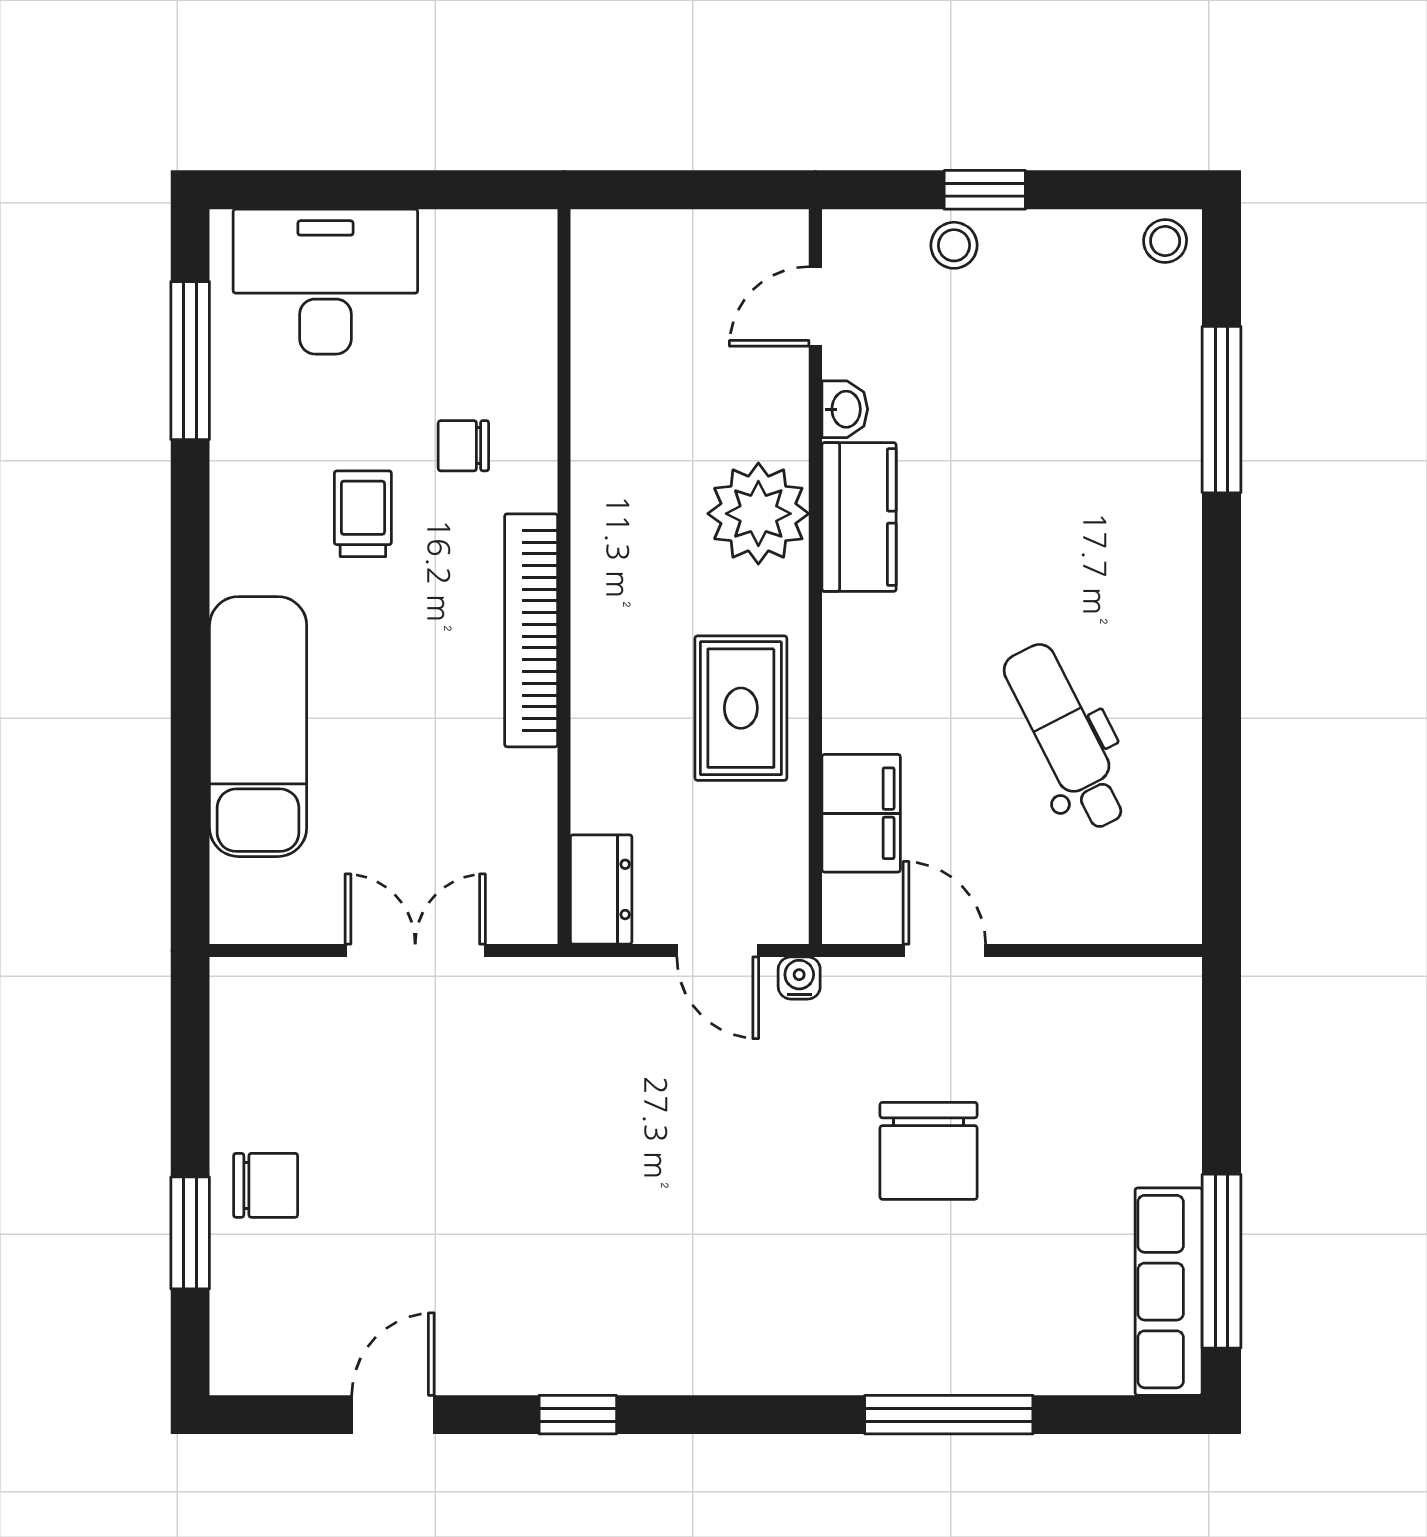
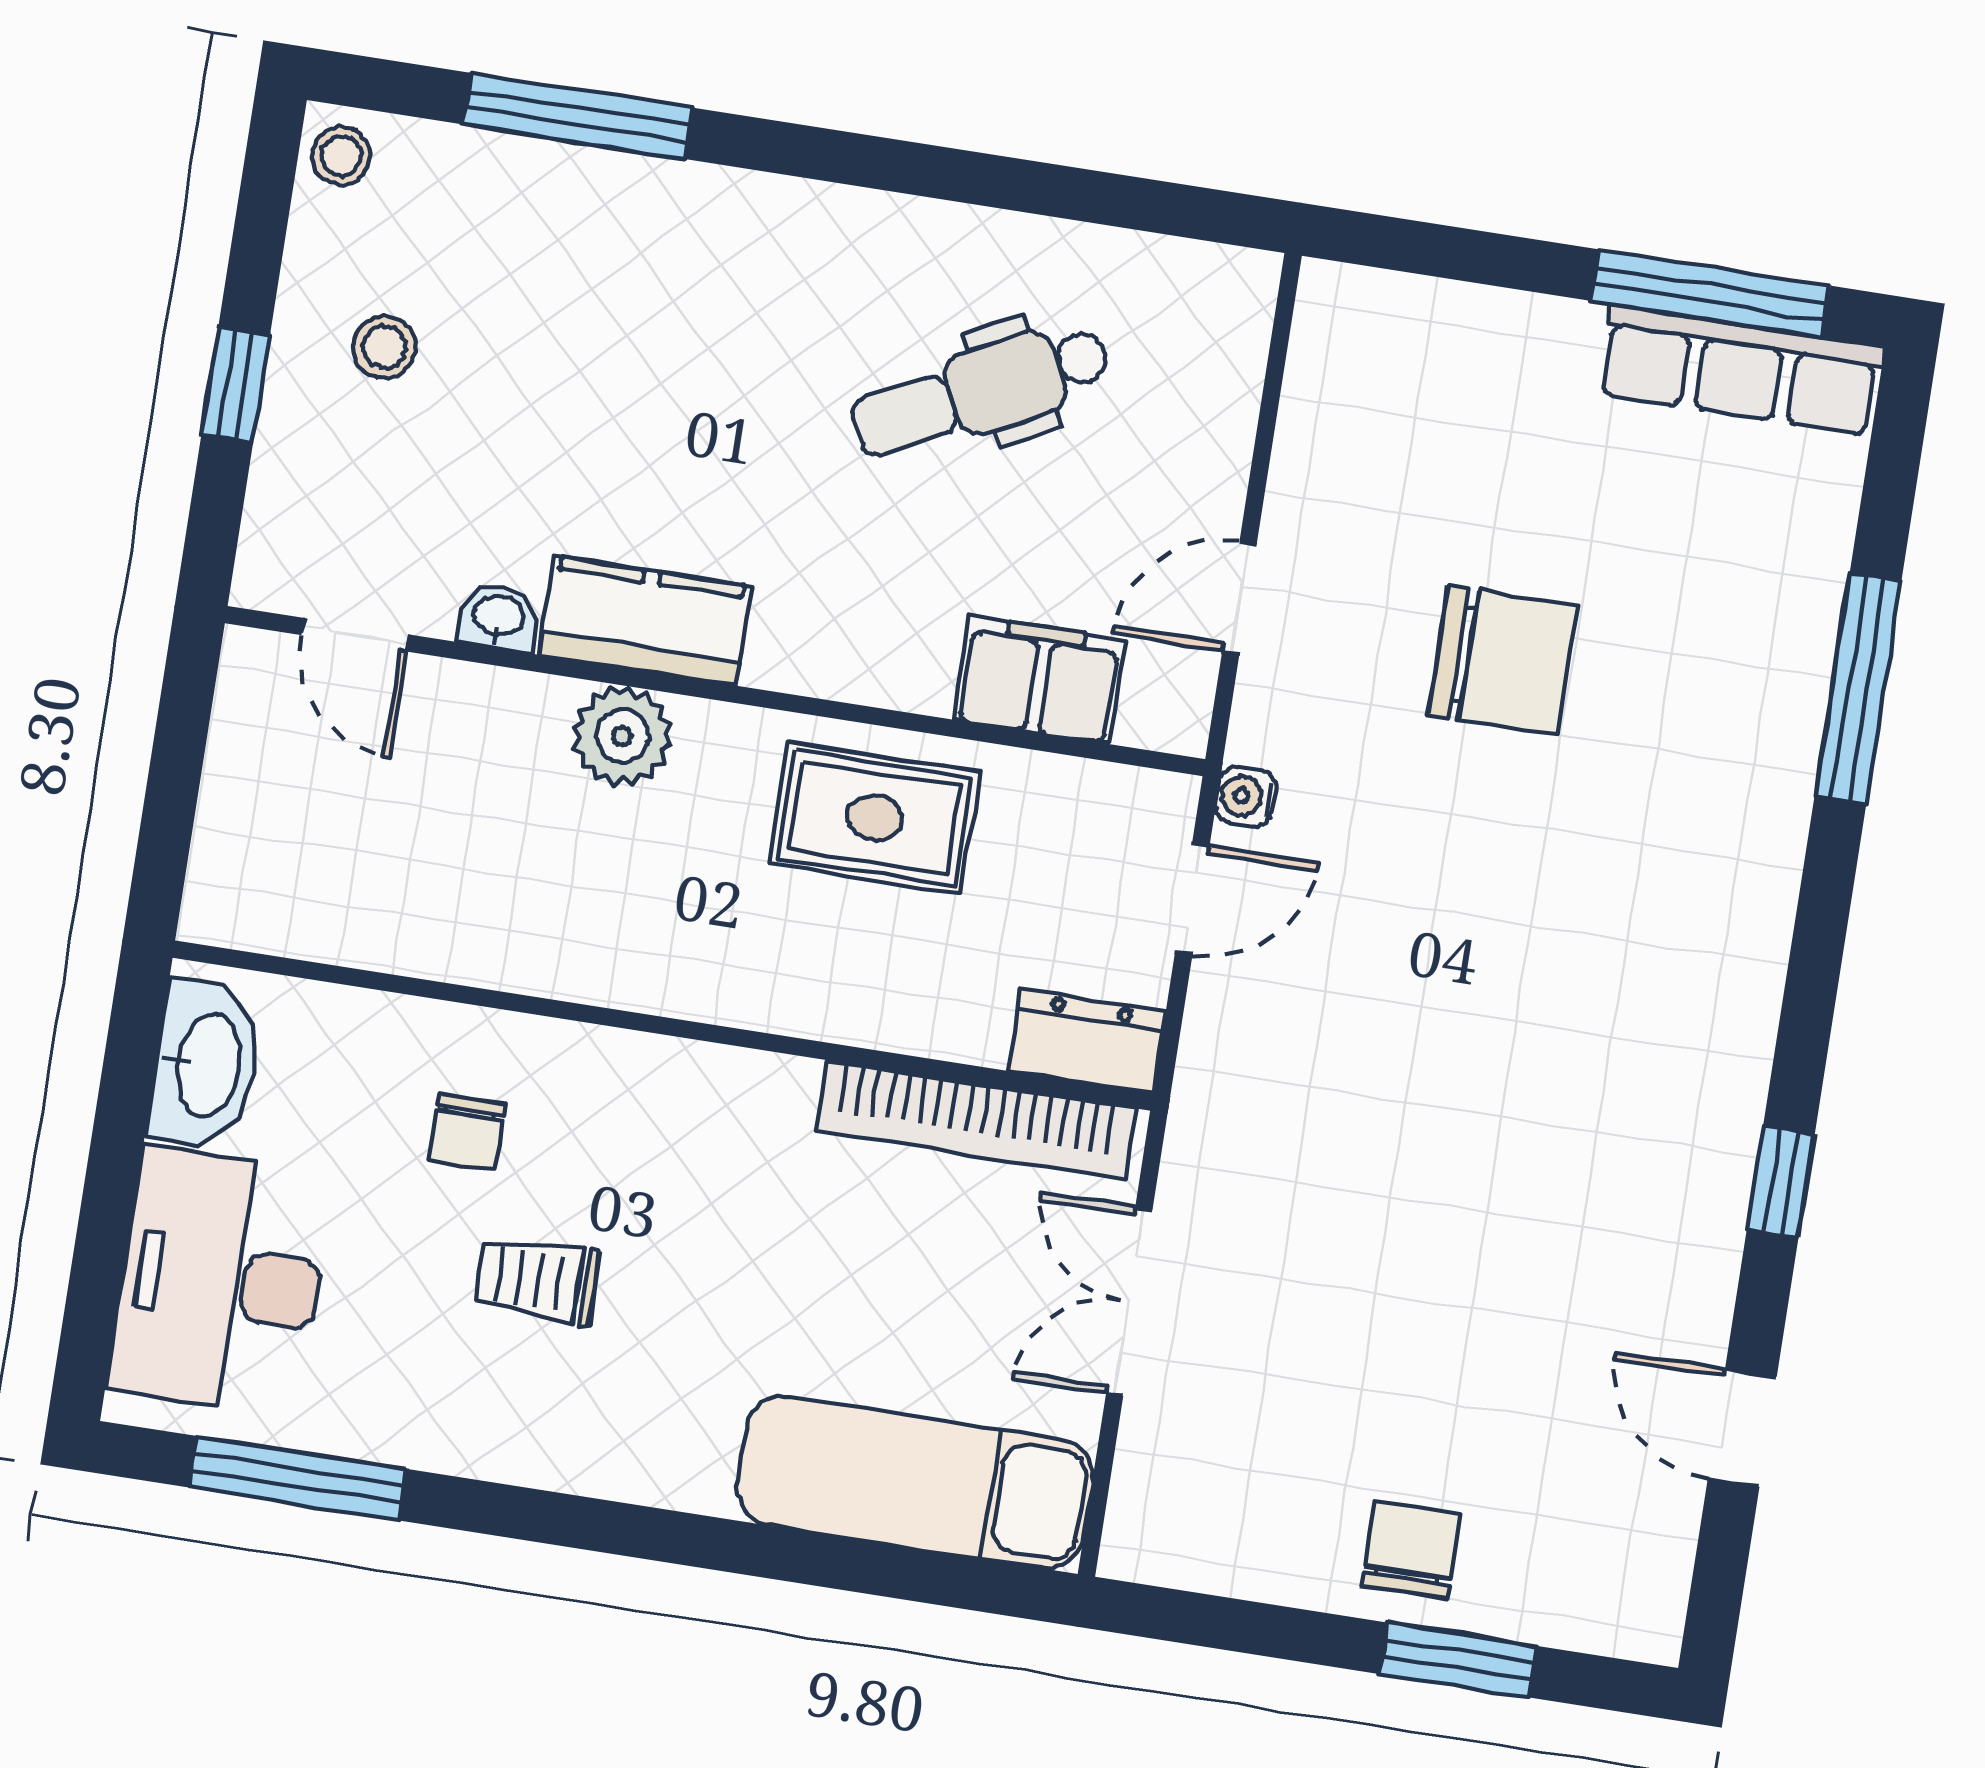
stool: (954, 245) -> (384, 347), moved
washbasin: (483, 246) -> (206, 1065), added
plant: (758, 514) -> (622, 736), width x0.73, depth x0.73
bookcase: (531, 630) -> (976, 1119), moved
exam couch: (258, 727) -> (915, 1482), moved

